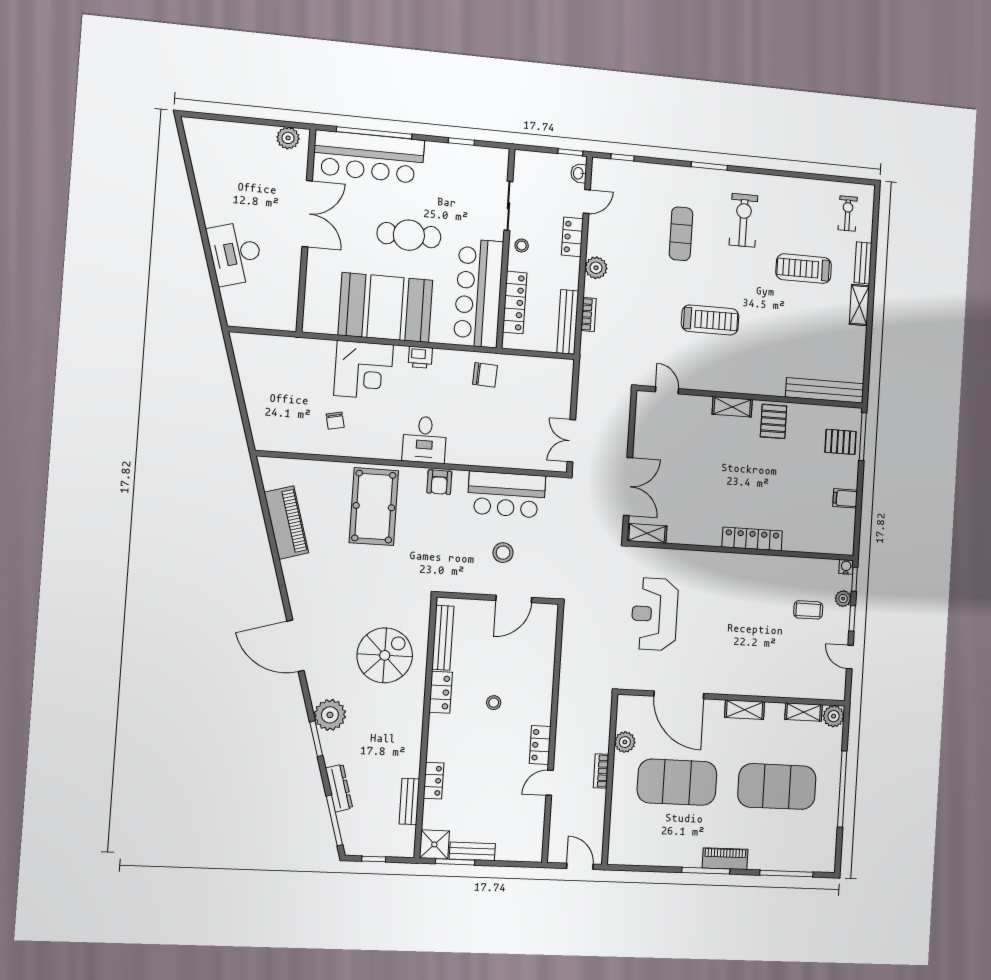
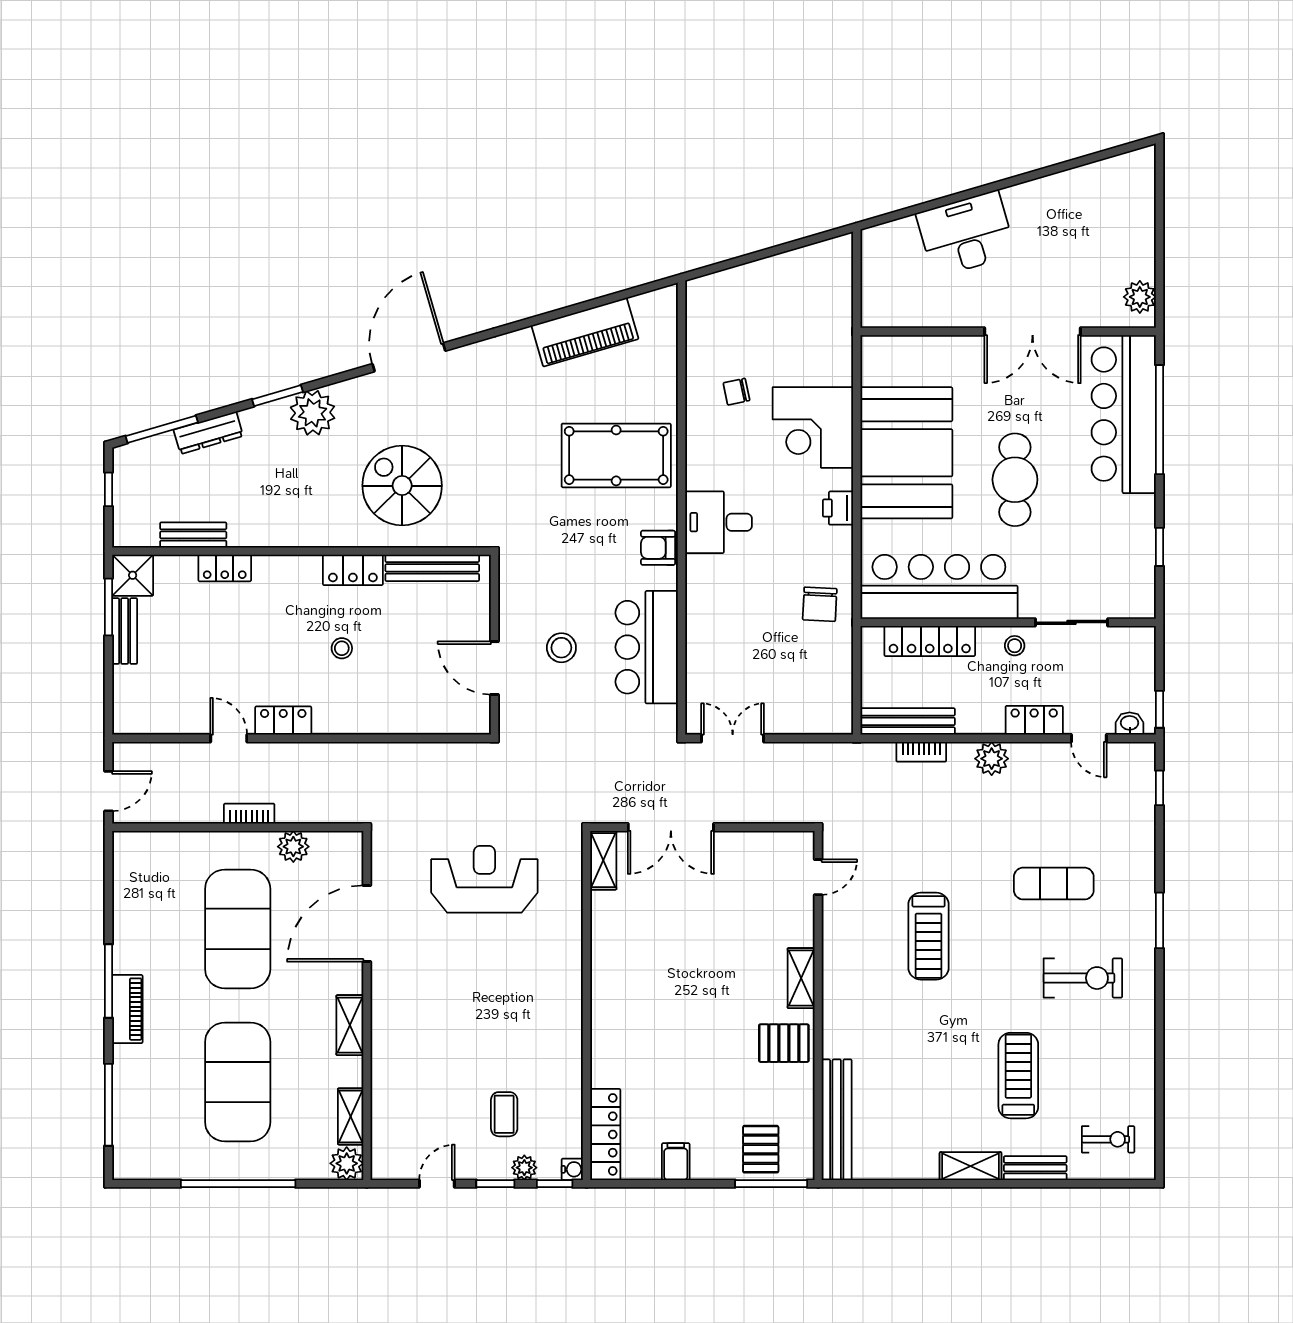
locker: (752, 539) -> (605, 1134), moved
spiral stairs: (385, 655) -> (402, 486), turned 180

